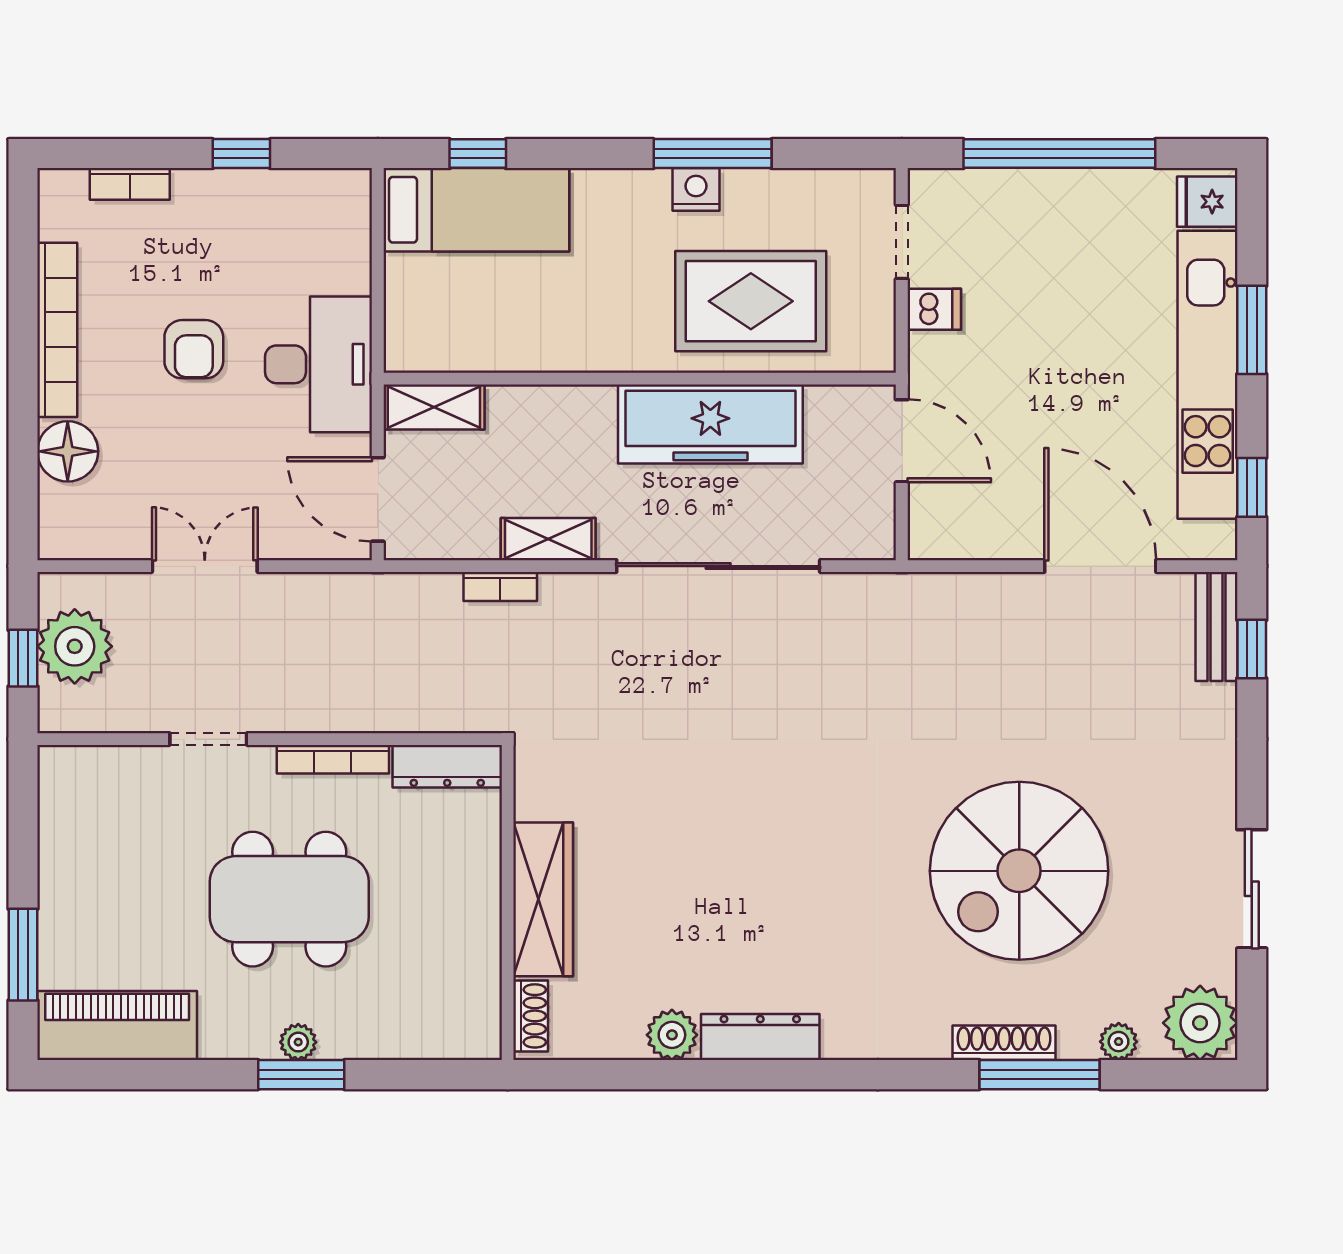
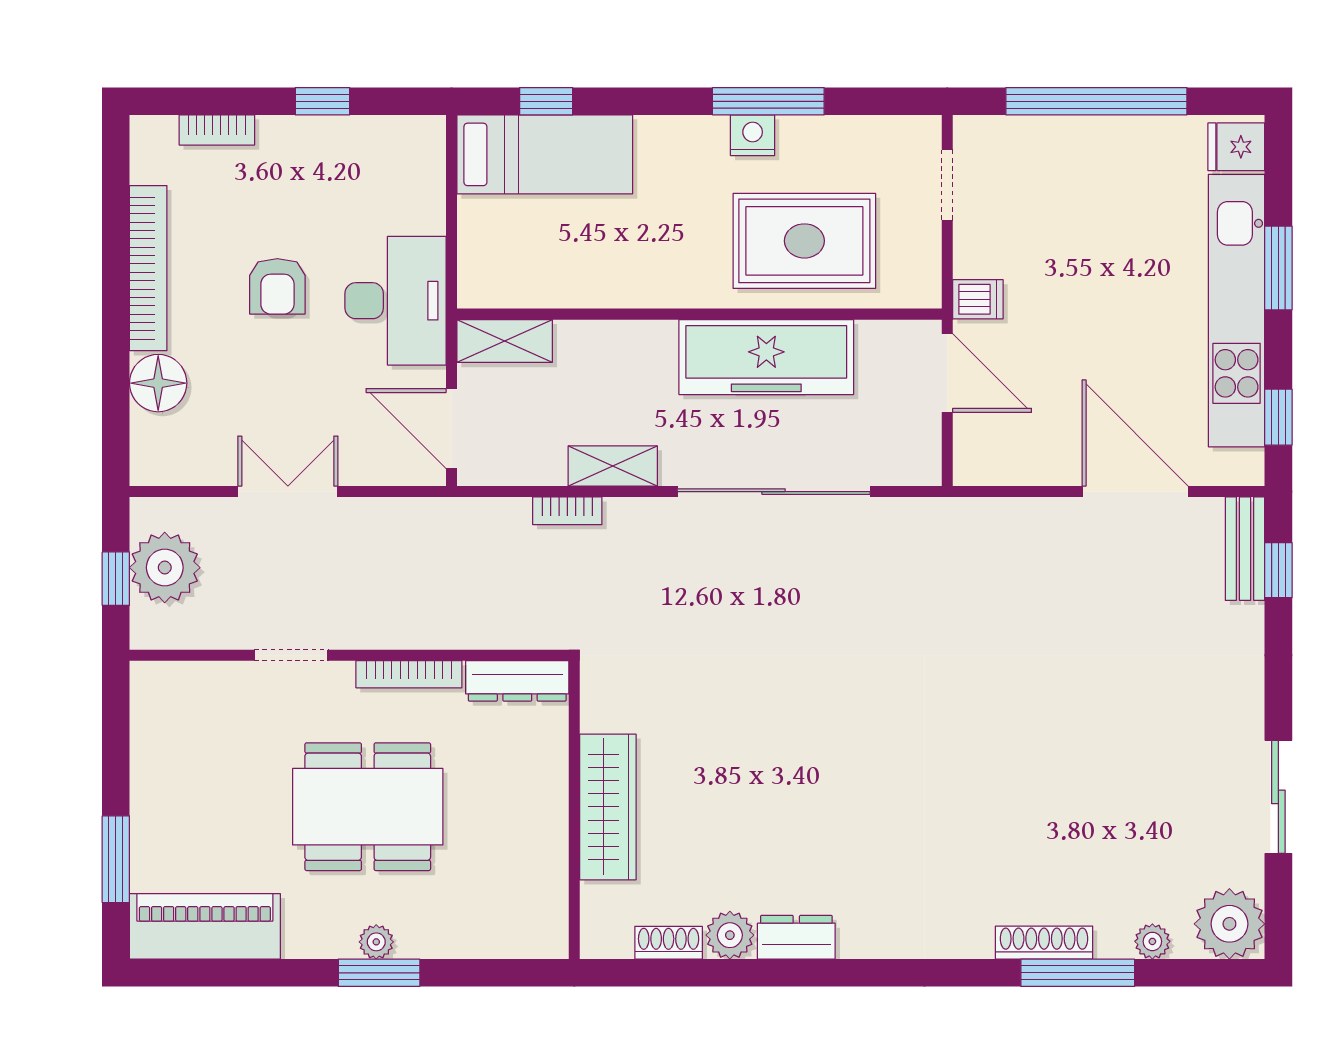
dishwasher: (934, 309) -> (978, 299), moved
spiral stairs: (1019, 871) -> (1058, 780), removed
shoe rack: (531, 1016) -> (669, 943), moved, turned -90
dresser: (760, 1037) -> (796, 937), width x0.70

